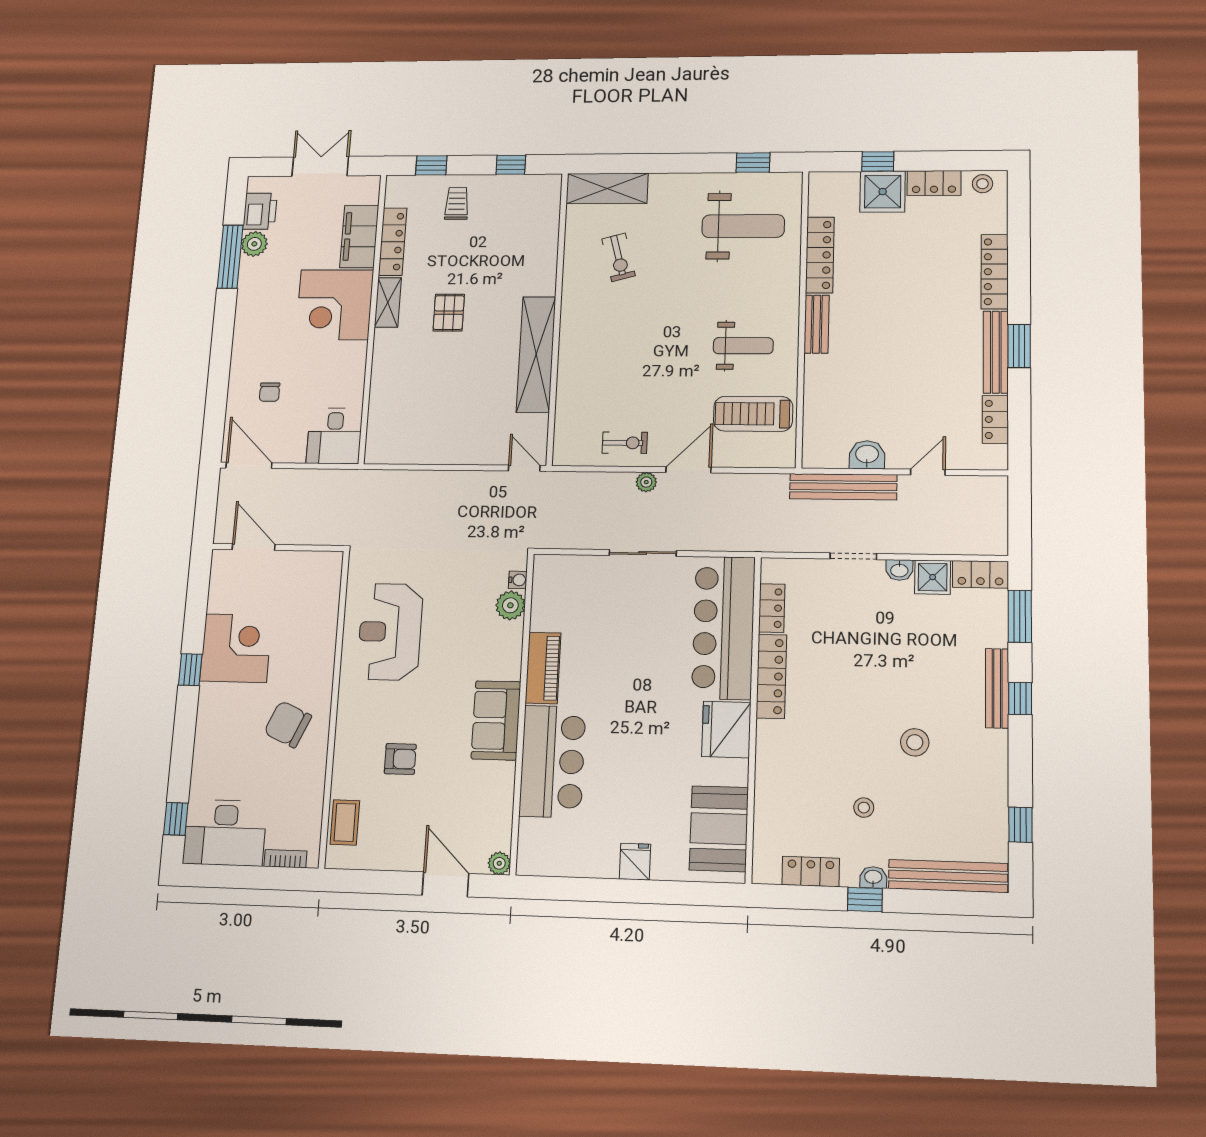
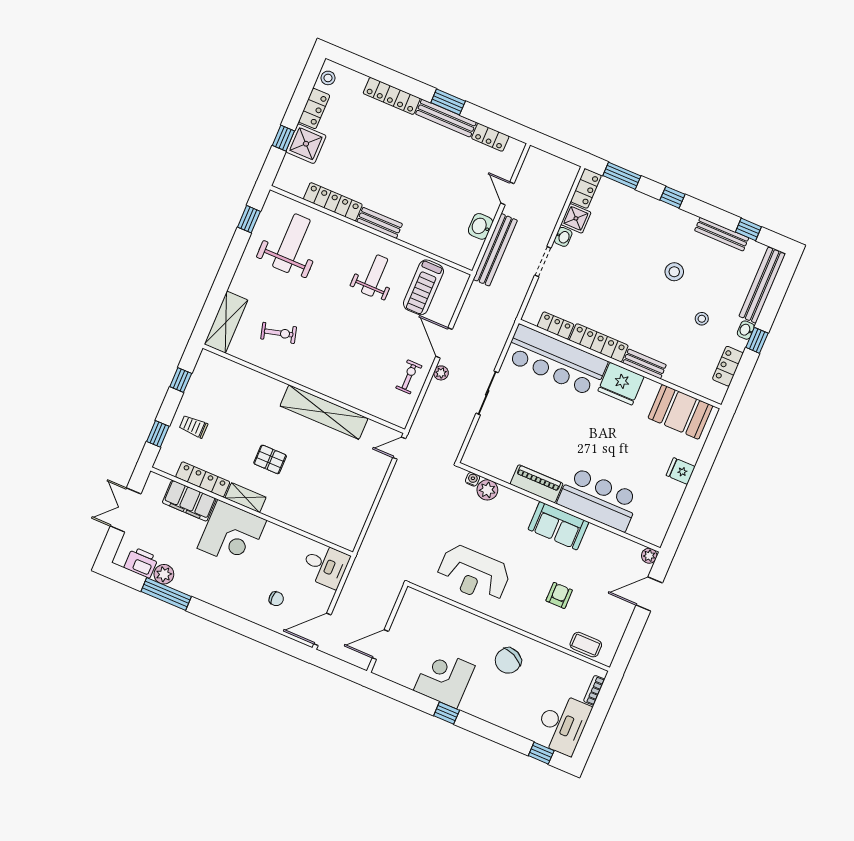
bench: (997, 688) -> (722, 234), moved
bench: (767, 751) -> (645, 364), added

